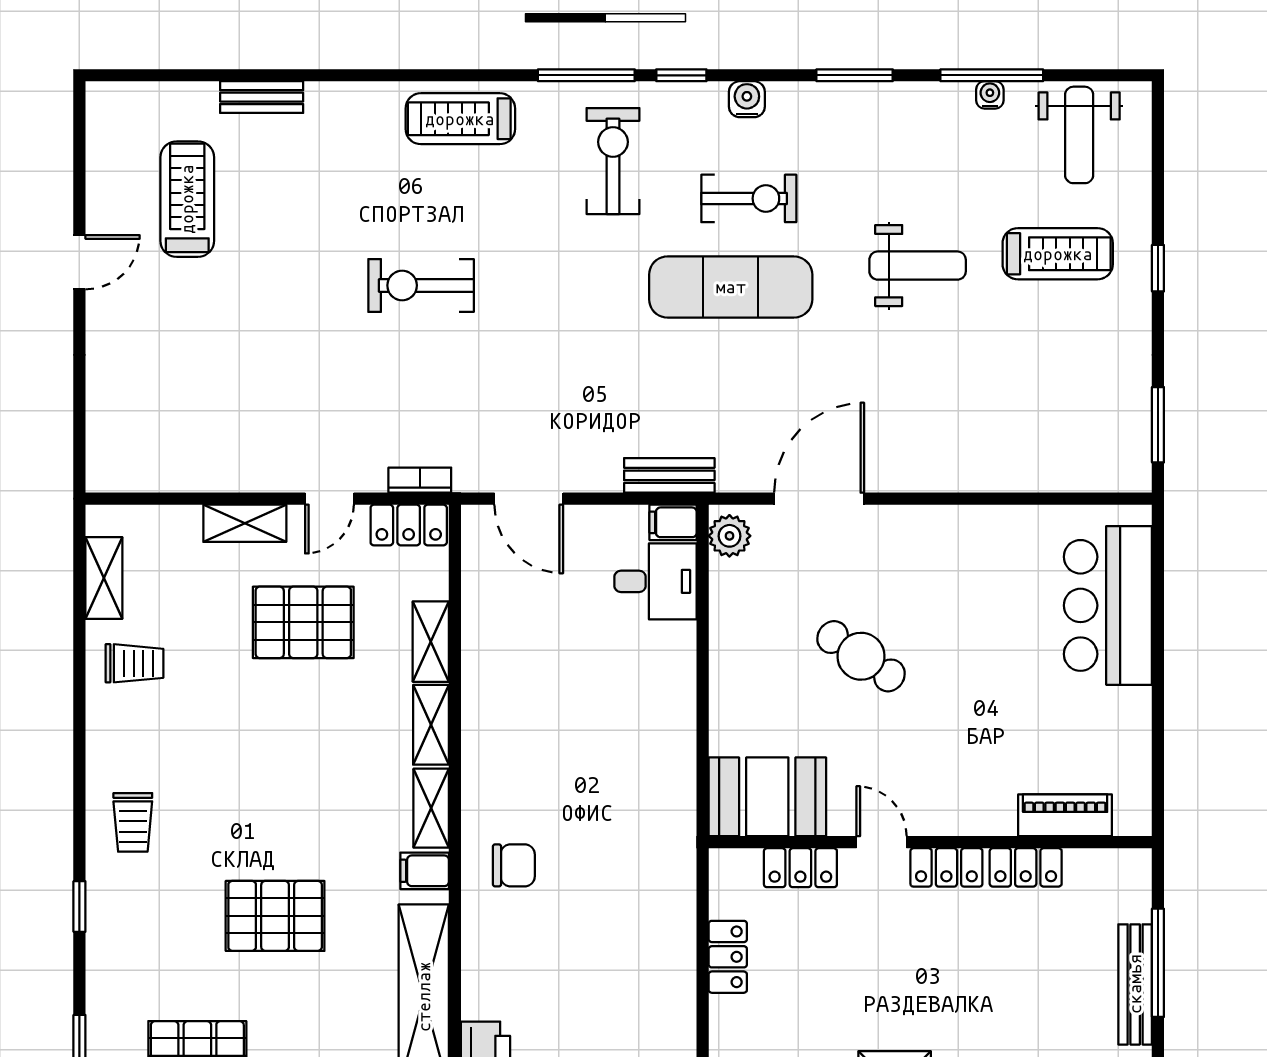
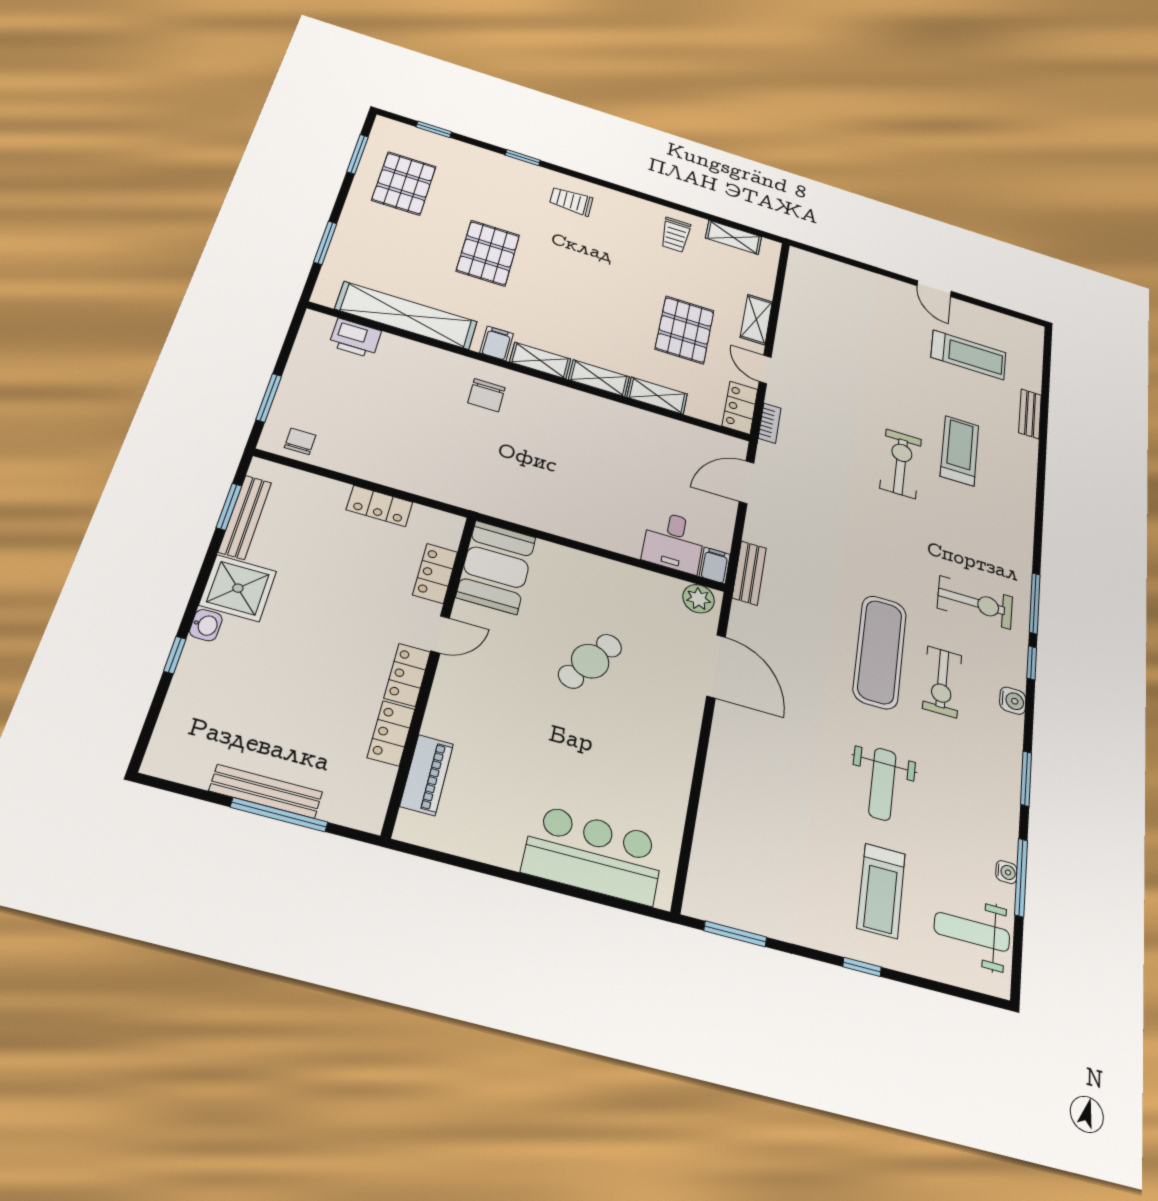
treadmill: (460, 119) -> (960, 451), moved

